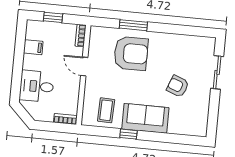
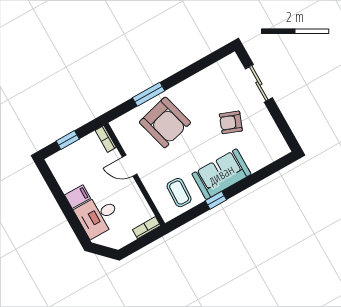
filing cabinet: (33, 47) -> (78, 197), moved
armchair: (131, 53) -> (165, 122), turned 75

